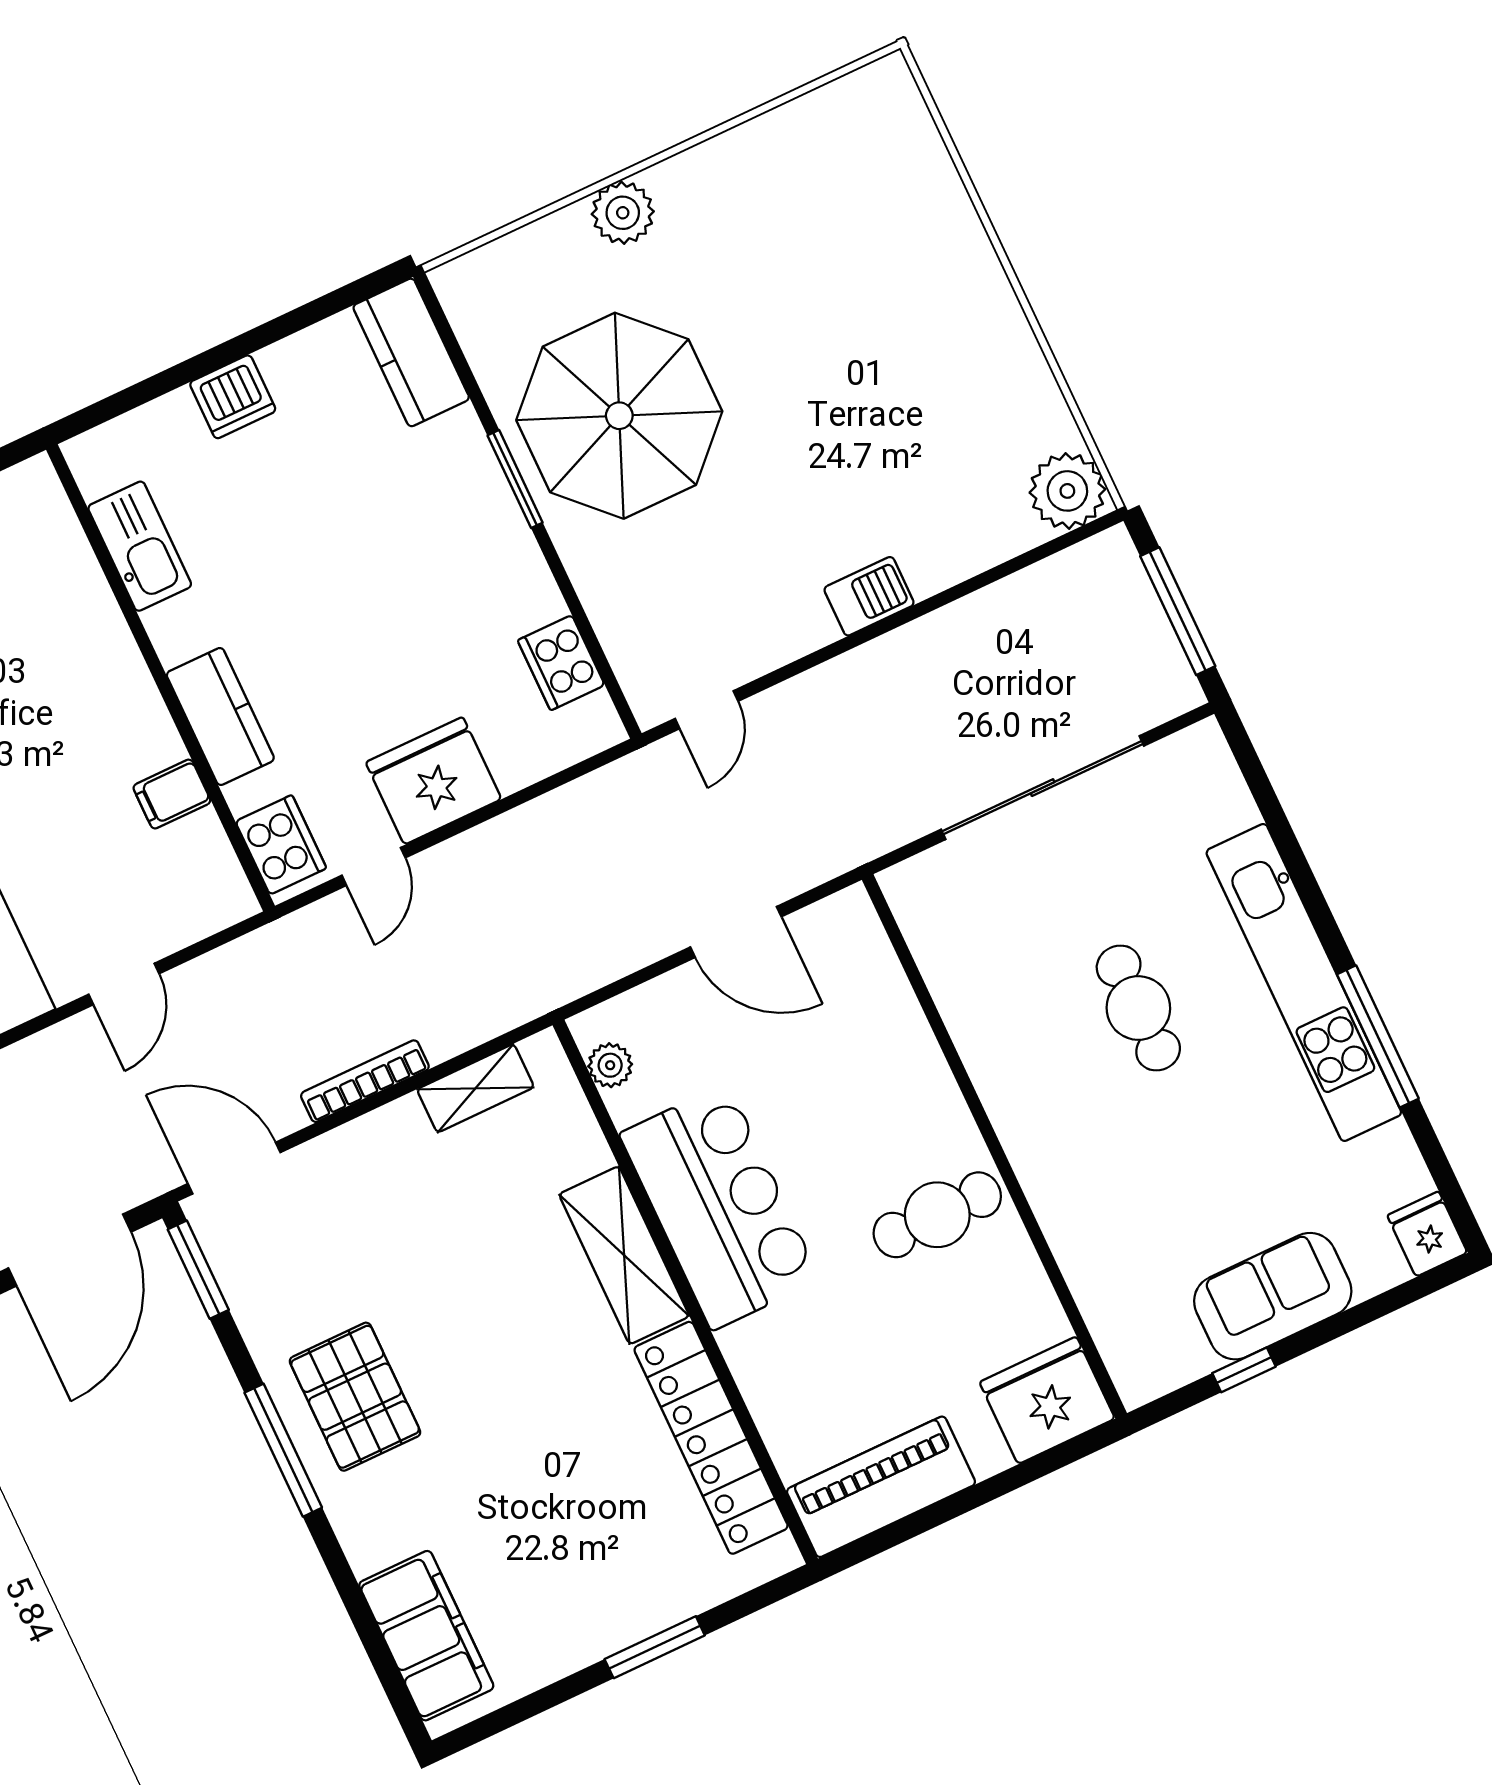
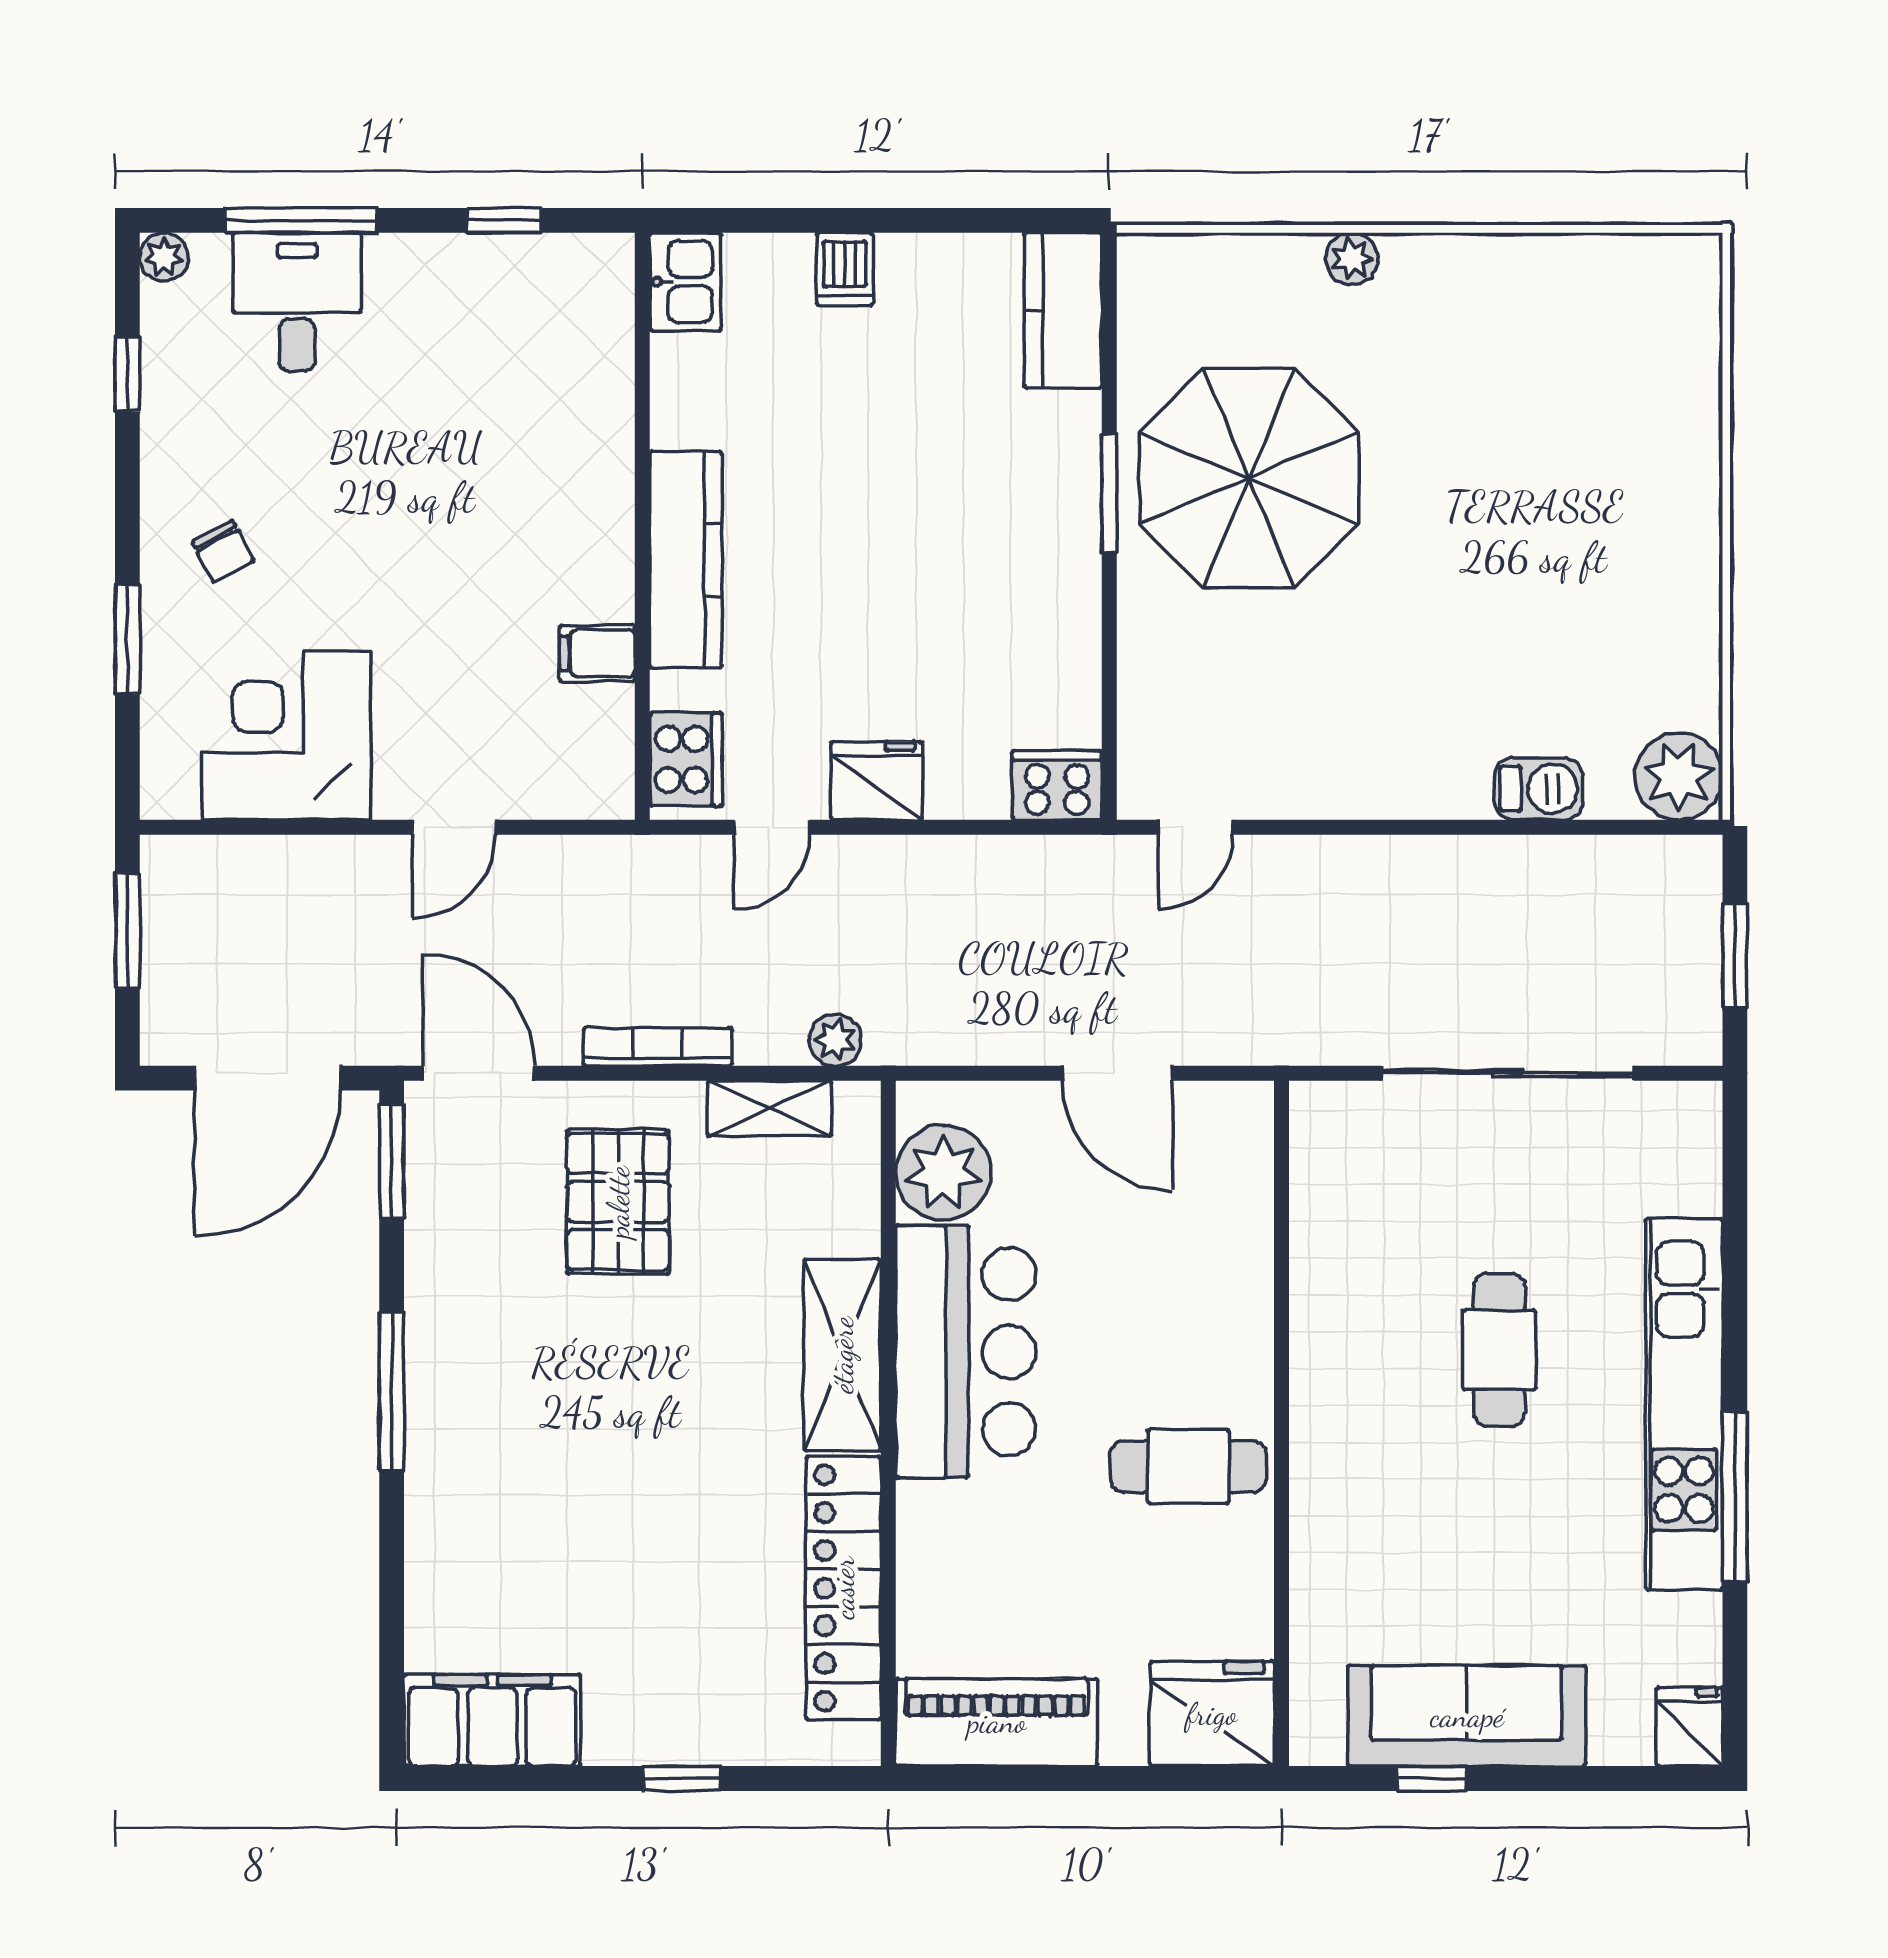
plant: (623, 213) -> (1352, 259), width x0.73, depth x0.73
dishwasher: (233, 397) -> (845, 269), width x0.73
kitchen sink: (140, 546) -> (685, 282), moved, width x0.73
barbecue: (869, 596) -> (1539, 789), moved
window: (1178, 611) -> (1735, 956), width x0.69
cooker: (561, 663) -> (1057, 785), moved, turned 90
kitchen counter: (220, 716) -> (686, 560), width x1.50
fridge: (434, 781) -> (876, 781), width x0.73, depth x0.75
plant: (502, 1010) -> (835, 1040), added
plant: (610, 1065) -> (943, 1173), width x1.88, depth x1.88
sofa: (1273, 1296) -> (1467, 1716), width x1.36
pallet: (355, 1397) -> (618, 1202), moved
filing cabinet: (426, 1636) -> (492, 1720), moved, turned -90
window: (655, 1647) -> (682, 1779), width x0.67

